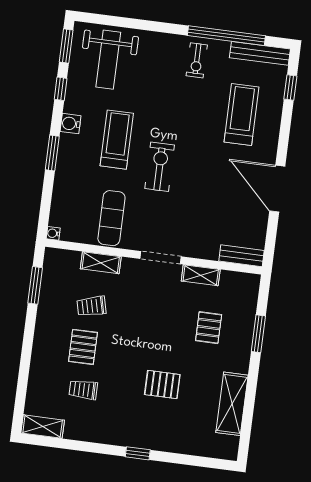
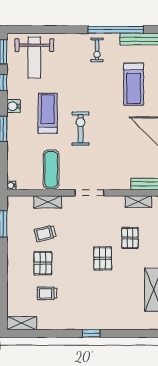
treadmill: (241, 115) -> (134, 84), turned 180
shelving: (201, 275) -> (138, 202), moved
pallet: (162, 385) -> (103, 258), moved, turned 90

